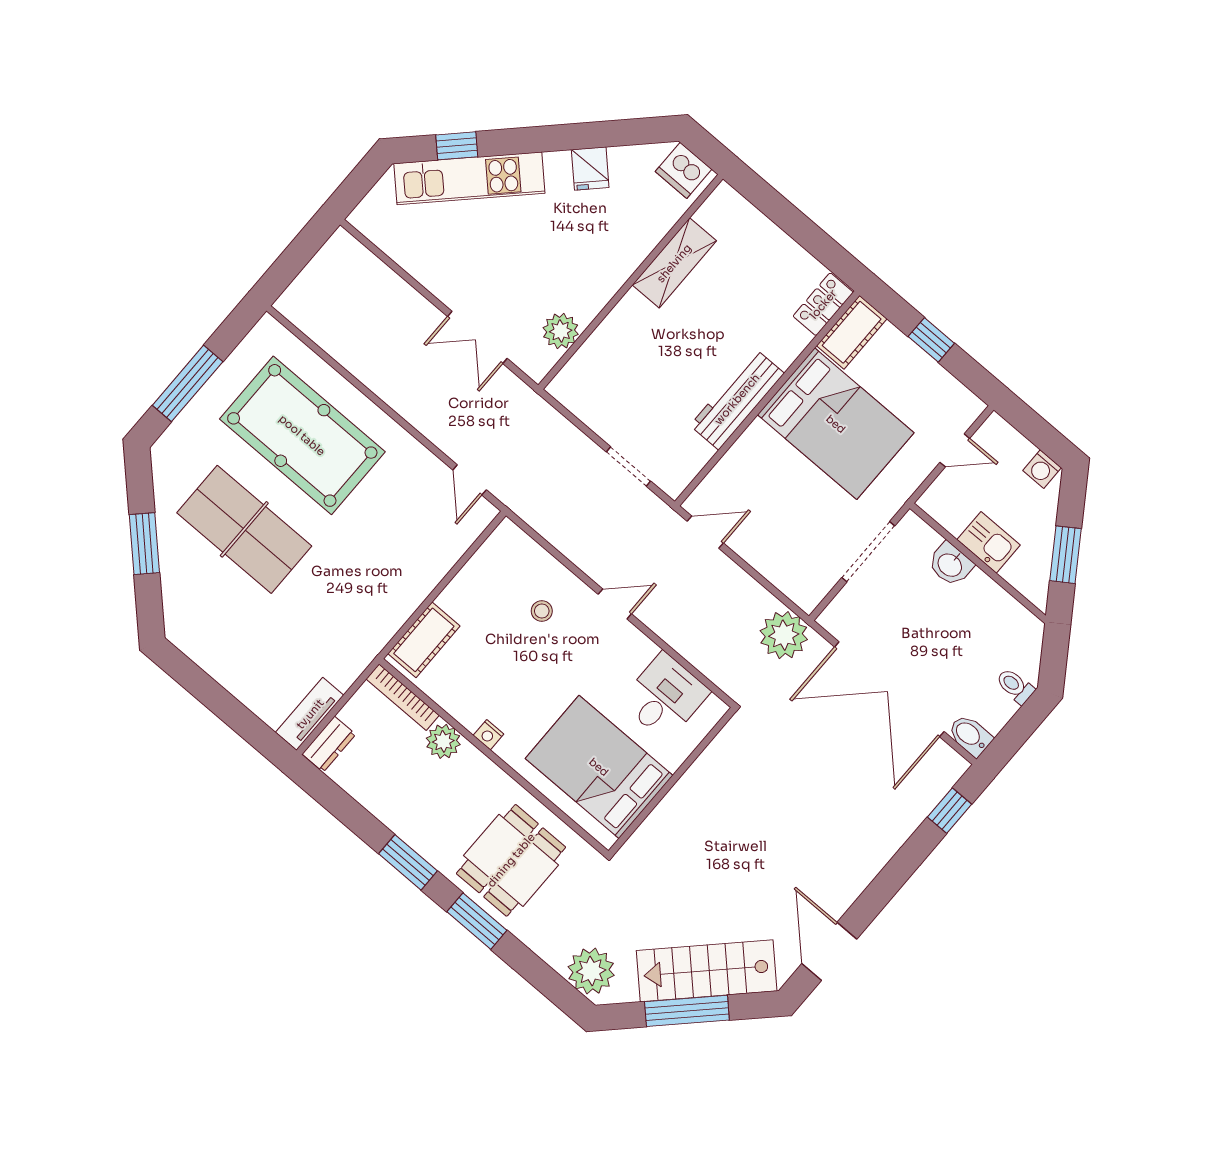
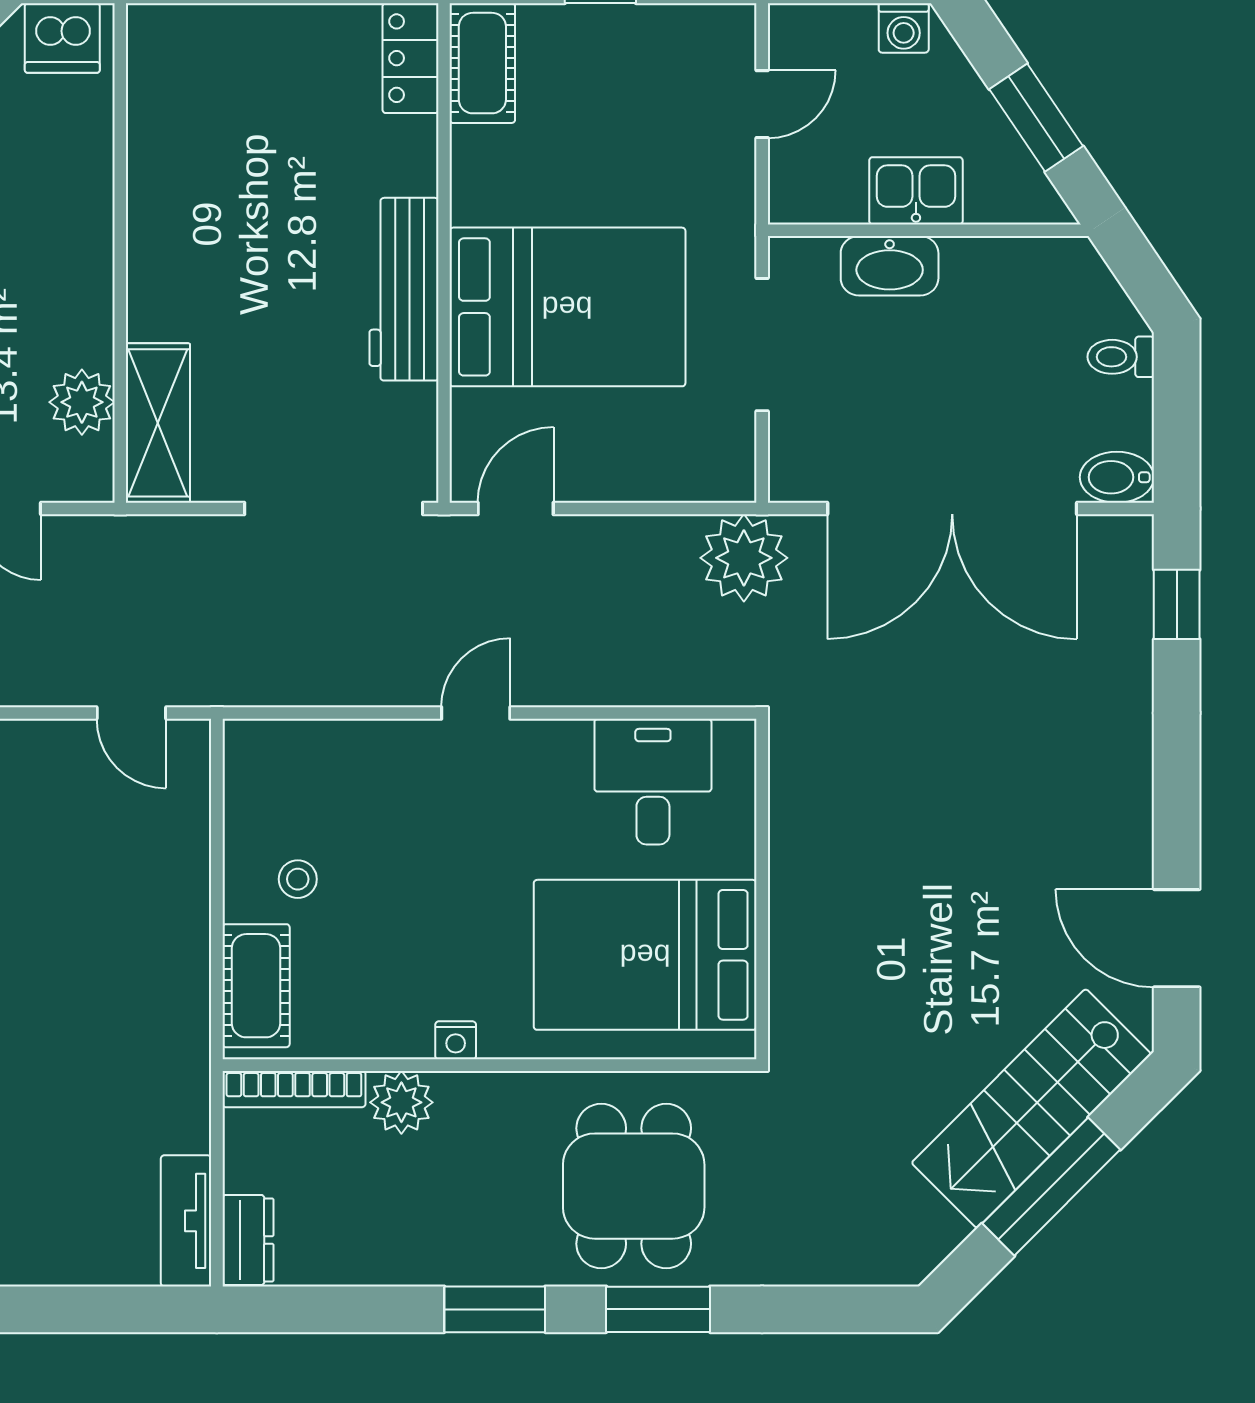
shelving: (674, 263) -> (158, 423), moved
bed: (836, 424) -> (567, 307), moved
doorway: (629, 467) -> (334, 509), width x1.88
washbasin: (950, 564) -> (890, 266), width x1.38
stool: (542, 611) -> (298, 879), moved
plant: (591, 971) -> (873, 1244), removed

